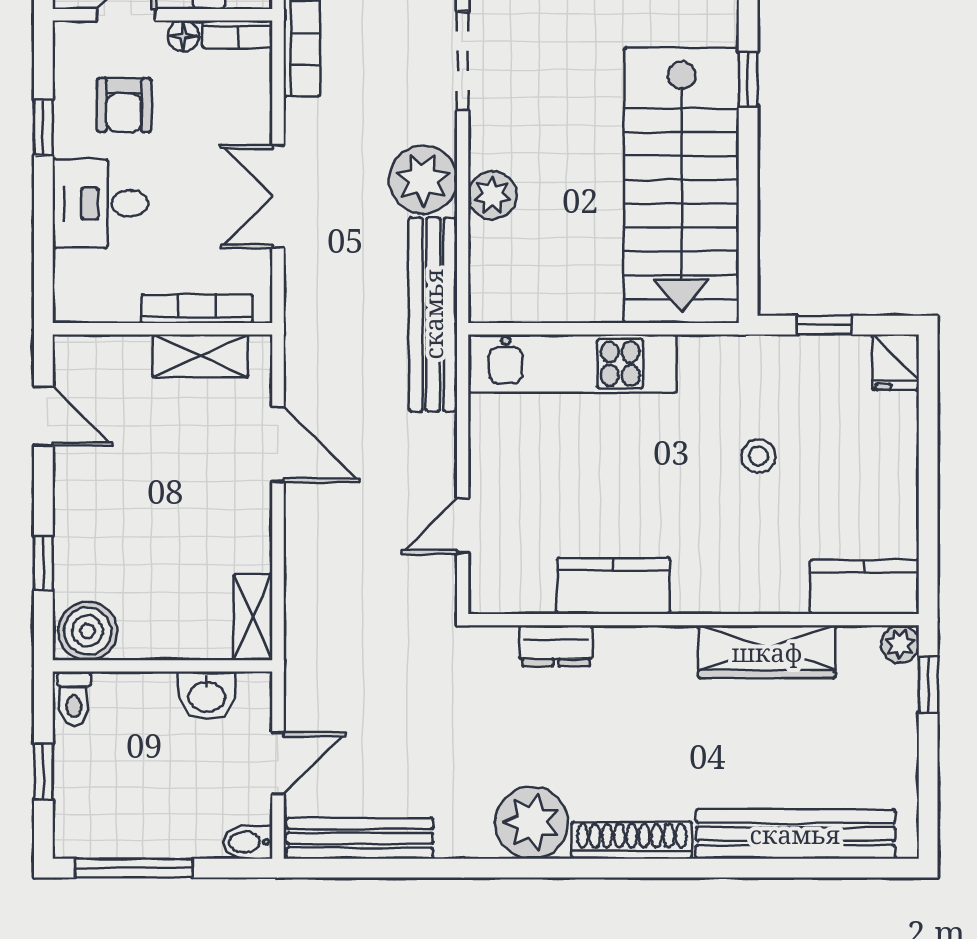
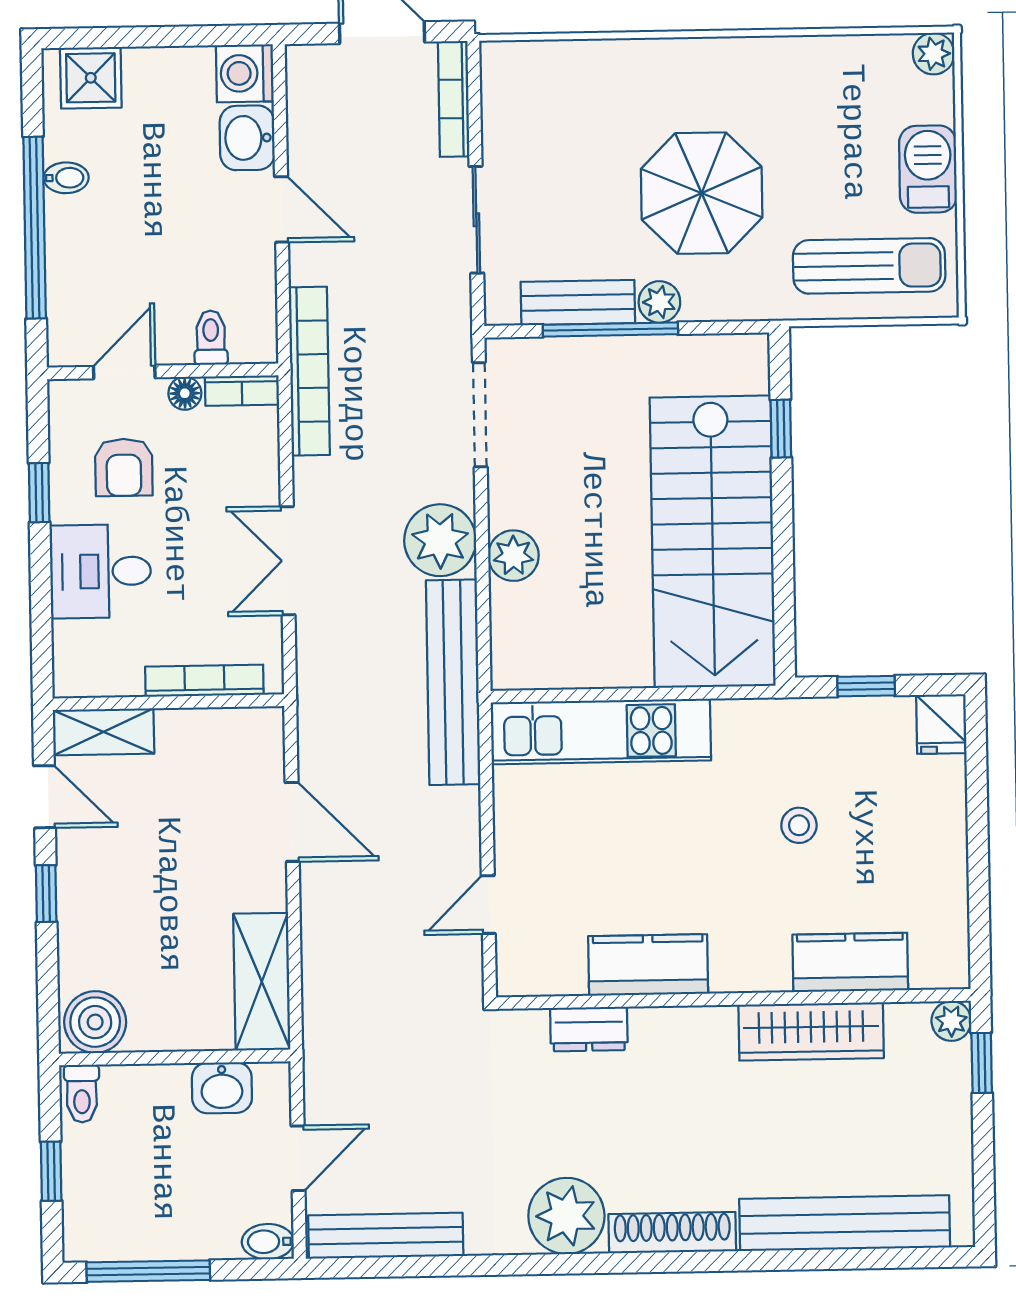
shelving: (200, 356) -> (104, 732), moved
window: (43, 563) -> (46, 894), moved
kitchen counter: (864, 587) -> (850, 962), moved
shelving: (253, 617) -> (262, 982), width x1.50, depth x1.33

